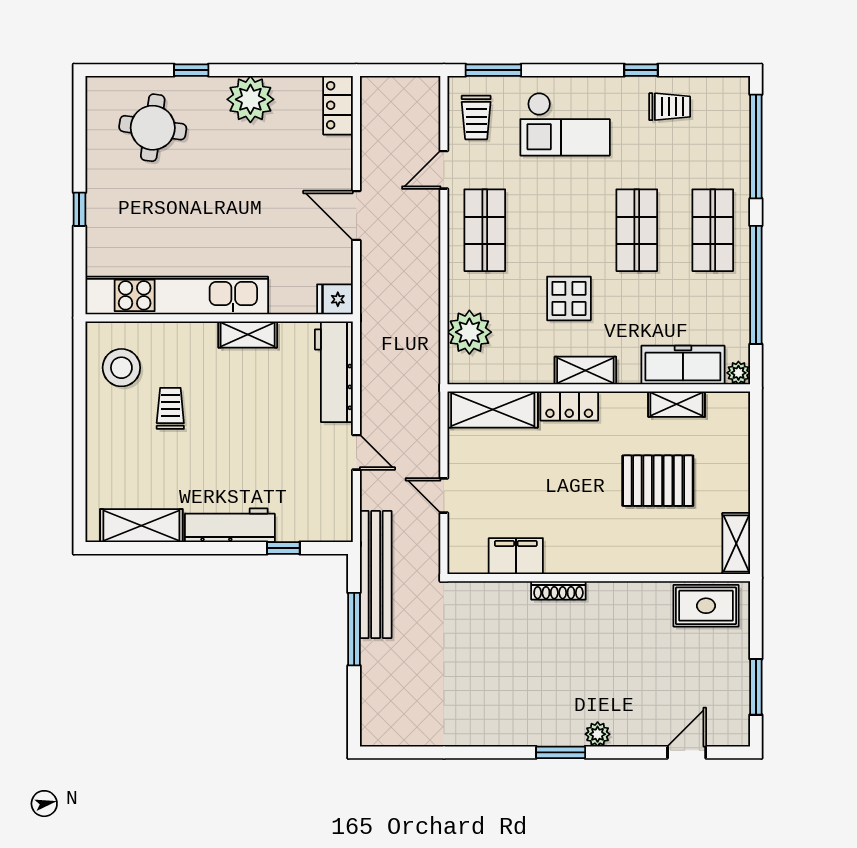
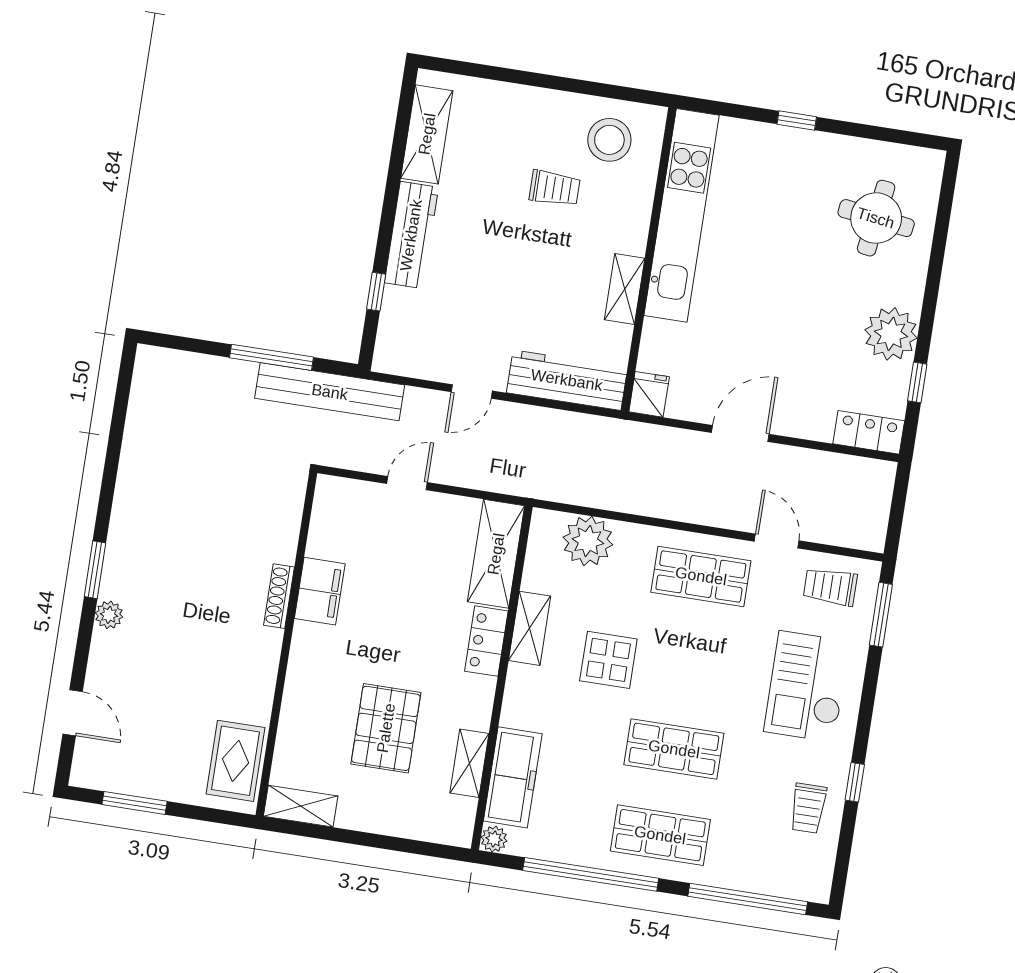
window: (191, 70) -> (917, 382), moved
shelving: (585, 371) -> (530, 628), moved
filing cabinet: (516, 556) -> (320, 591), moved

